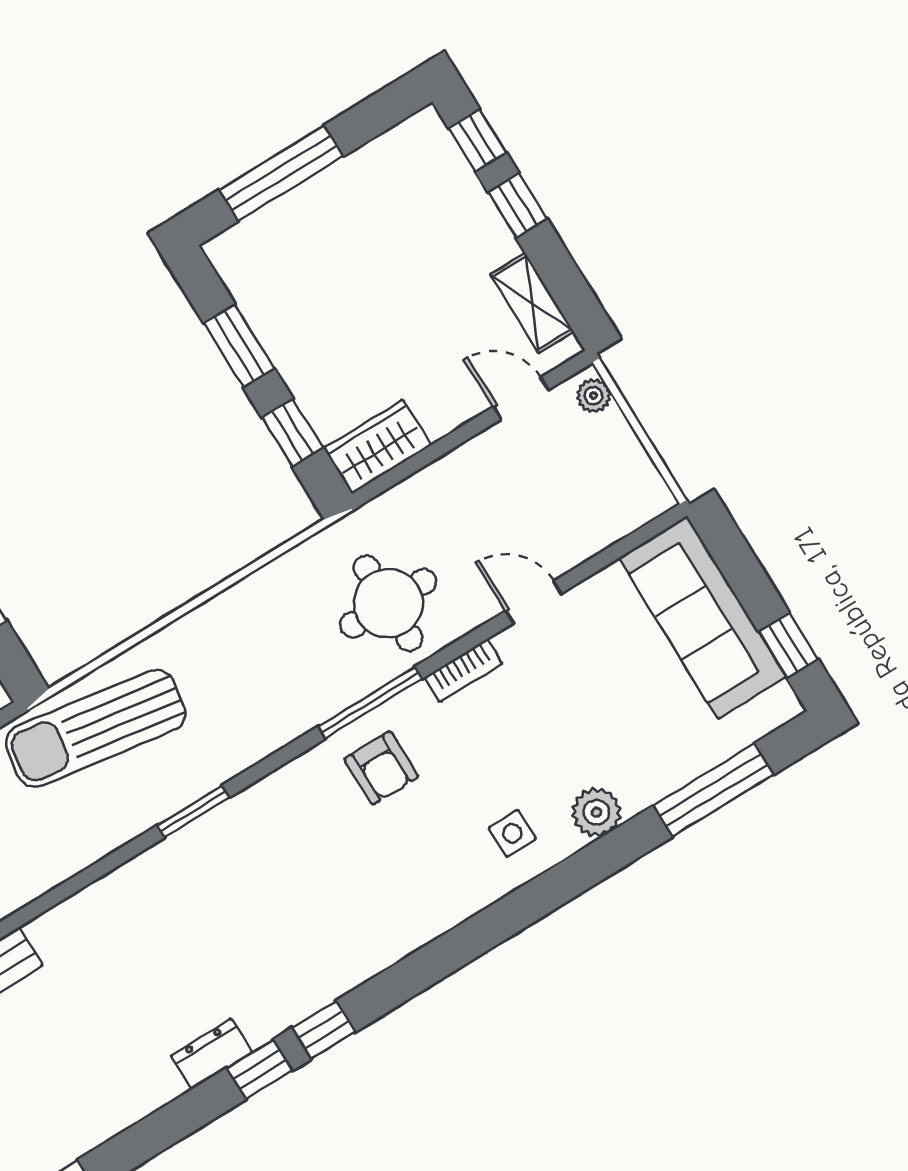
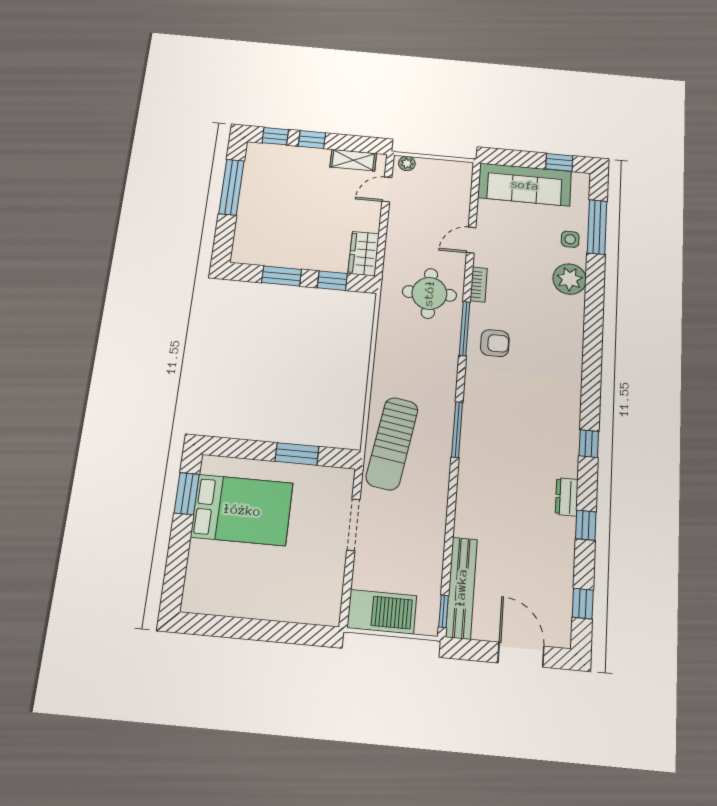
window: (281, 173) -> (231, 187), moved
window: (193, 811) -> (457, 430), width x1.44
plant: (596, 812) -> (570, 279), width x1.36, depth x1.36
side table: (512, 833) -> (570, 239), moved
window: (260, 1069) -> (586, 525), moved

